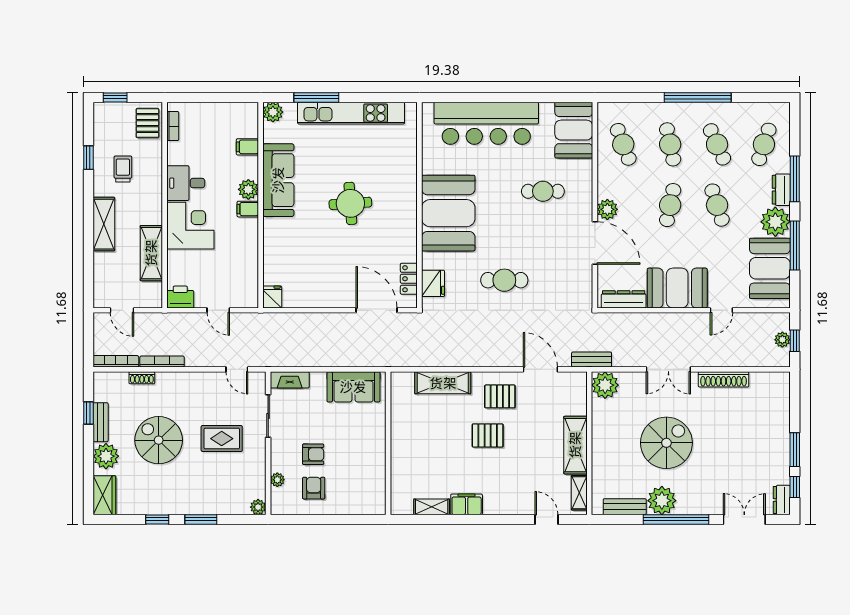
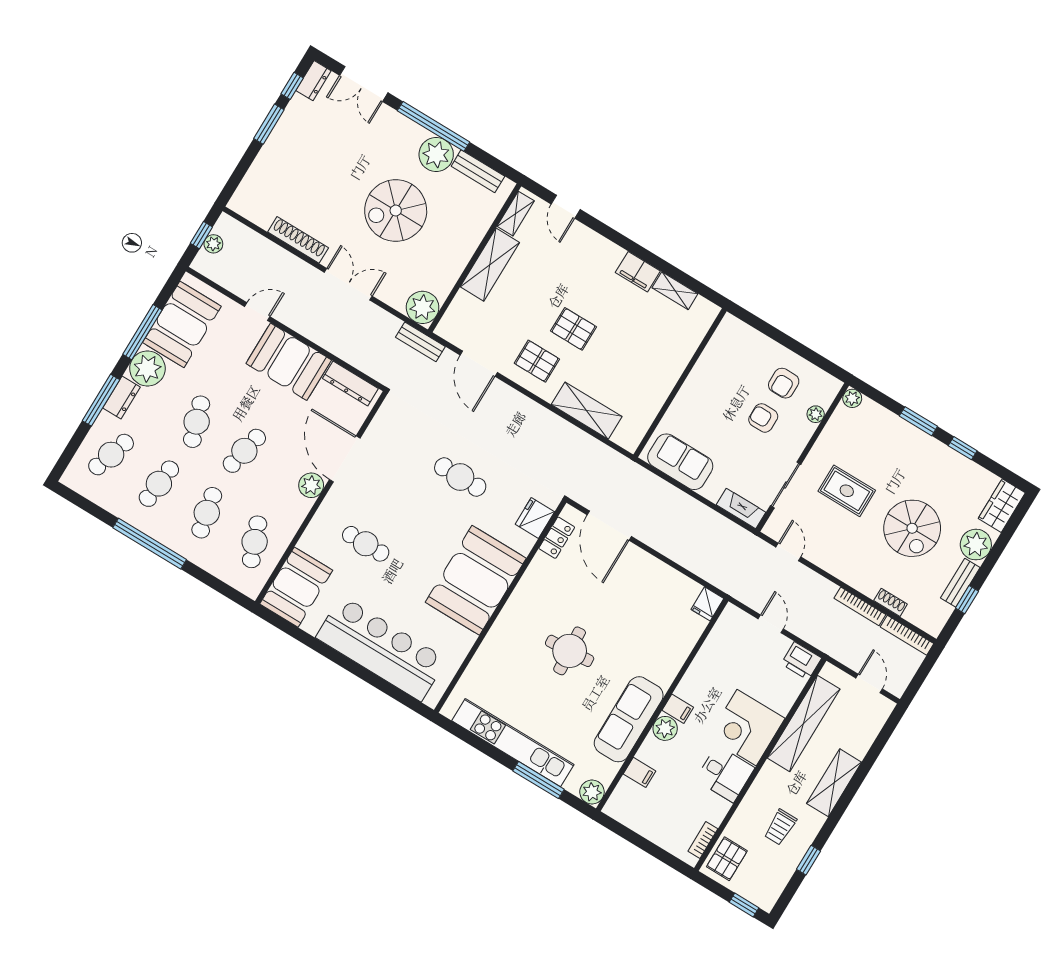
cafe table: (717, 144) -> (159, 484), turned 30
shelving: (151, 253) -> (804, 724), width x1.47

